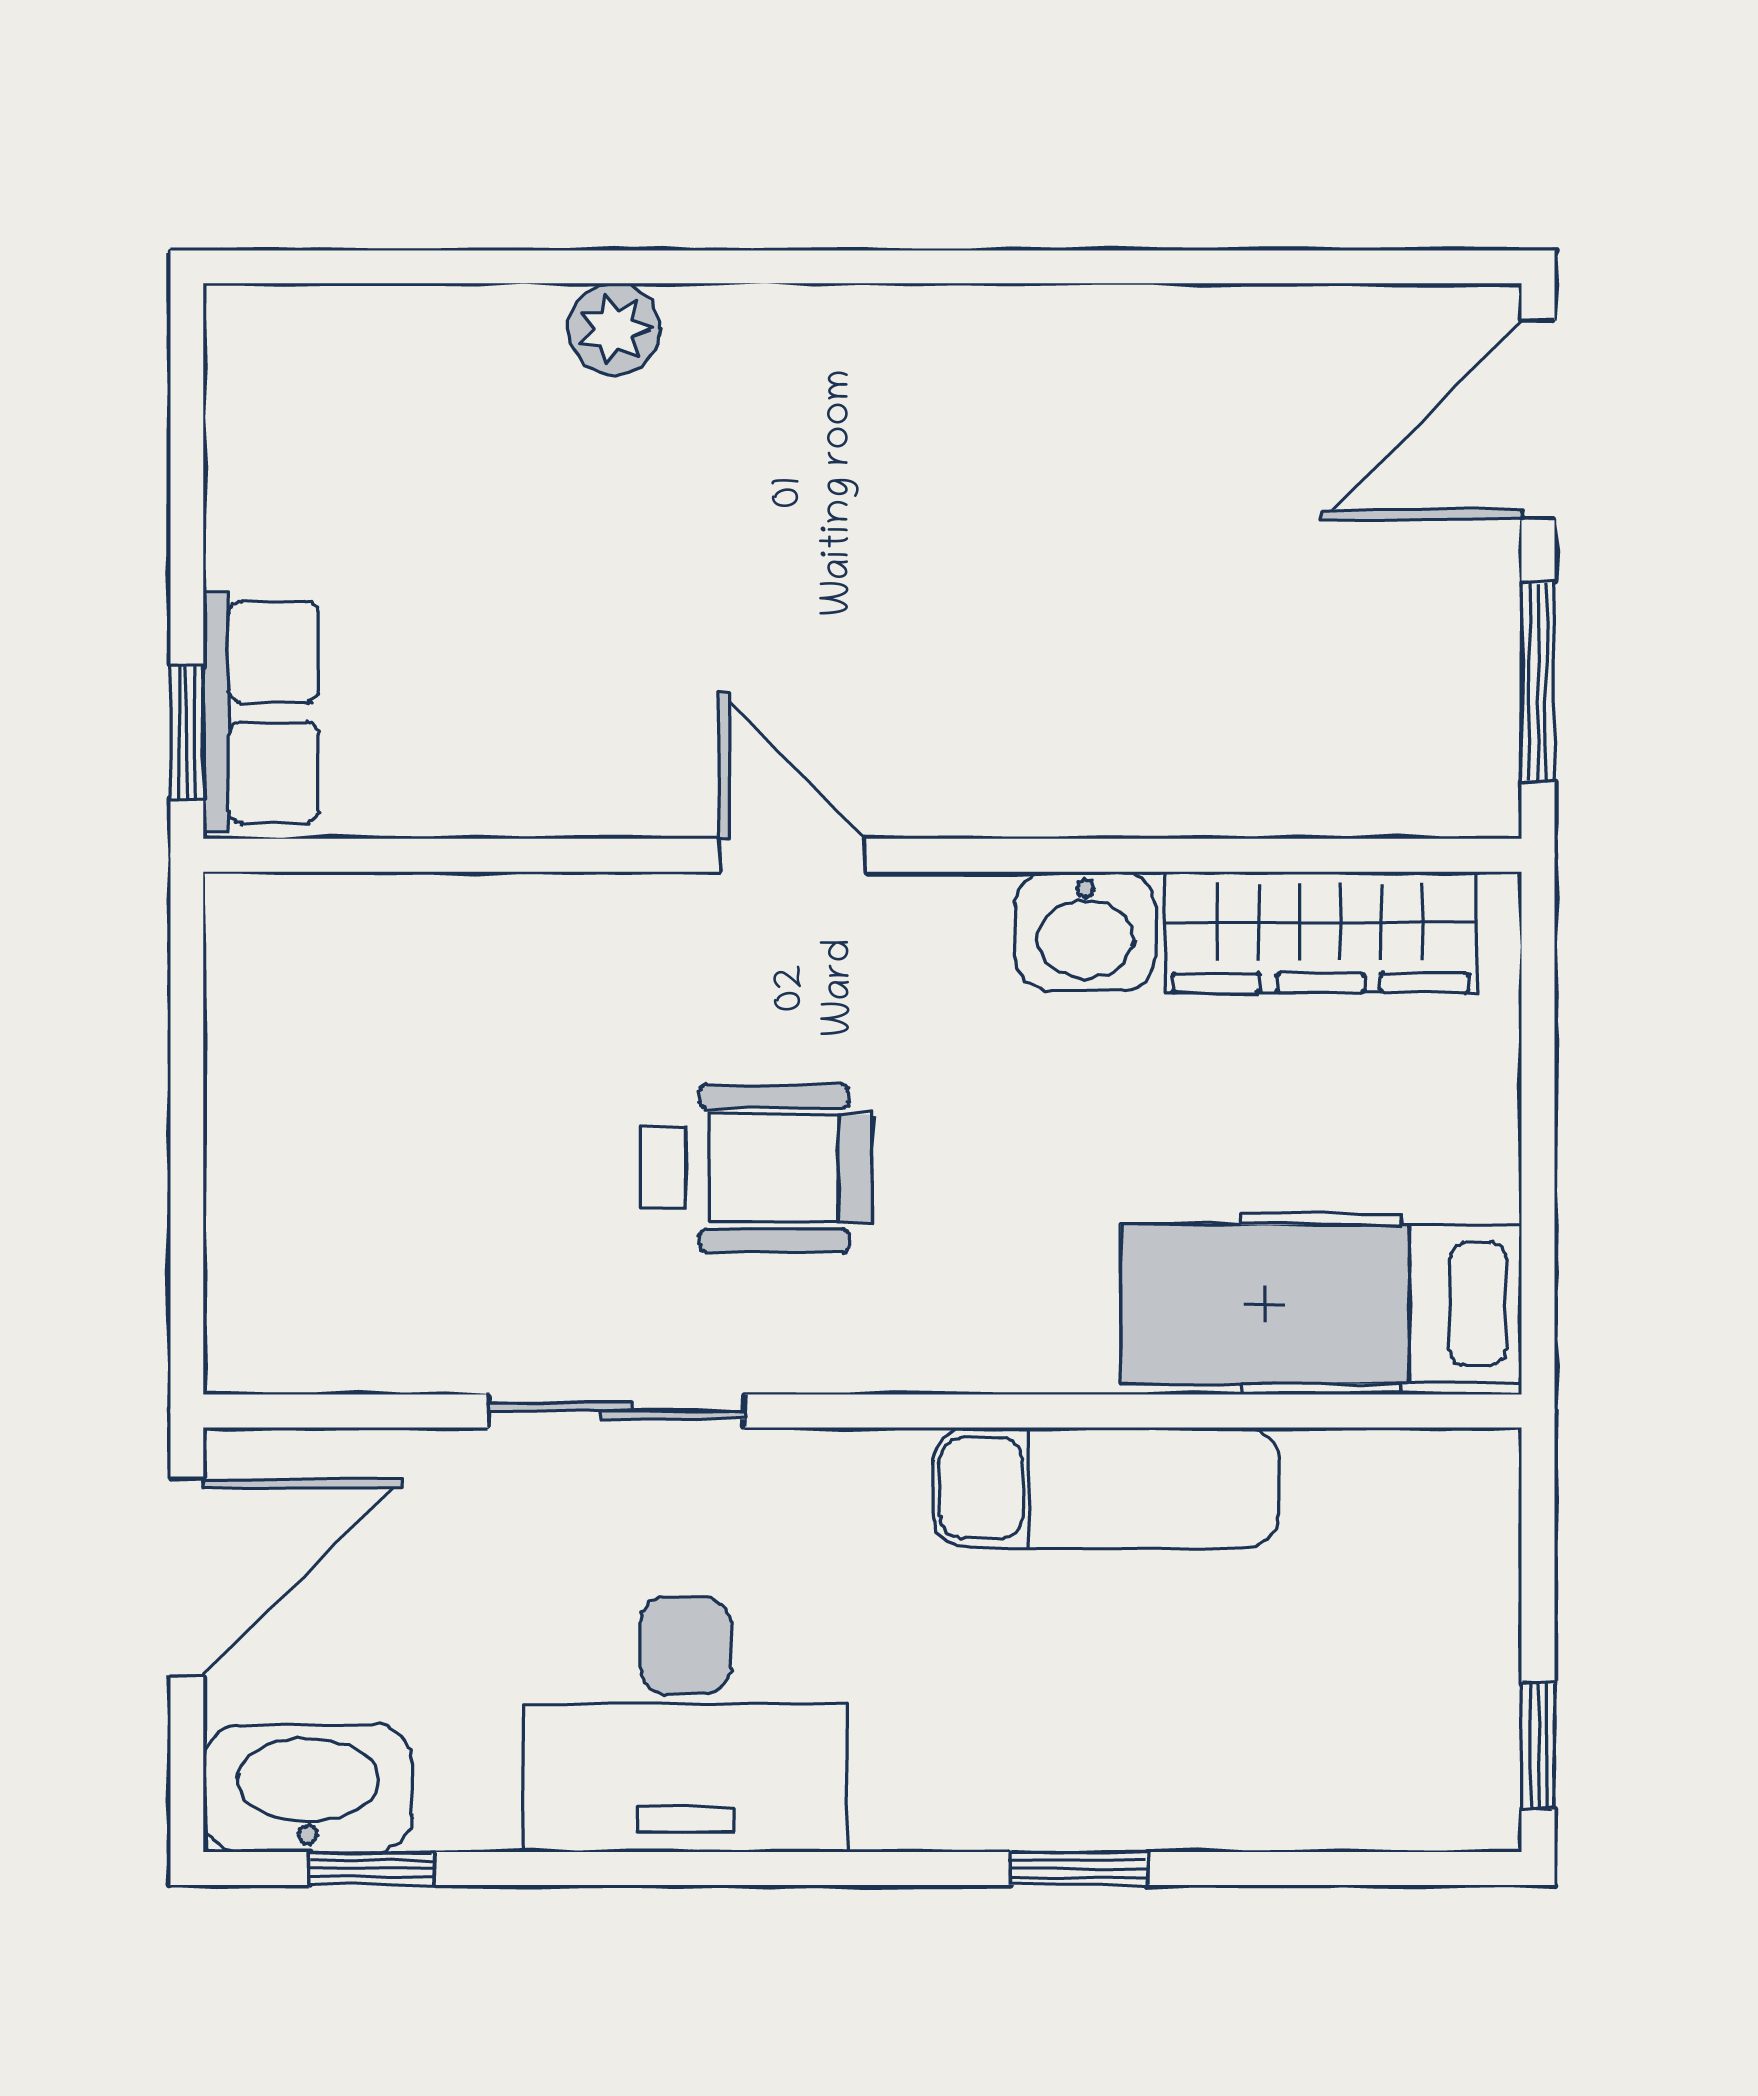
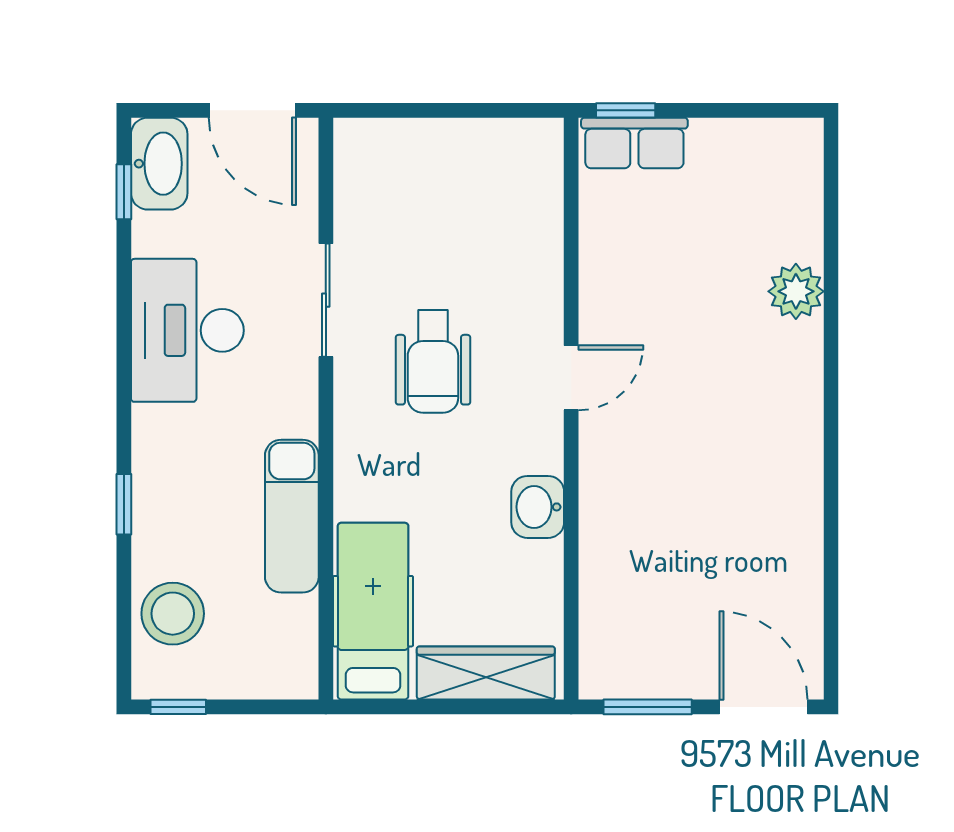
plant: (614, 329) -> (796, 291), width x1.38, depth x1.38
wardrobe: (1320, 932) -> (486, 673), moved, turned 90
stool: (1327, 1758) -> (173, 614), added

